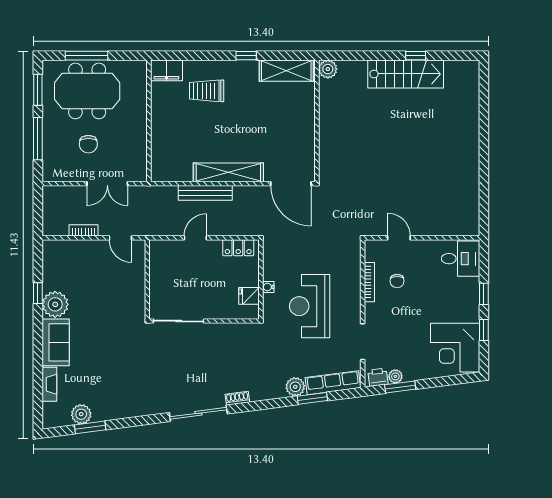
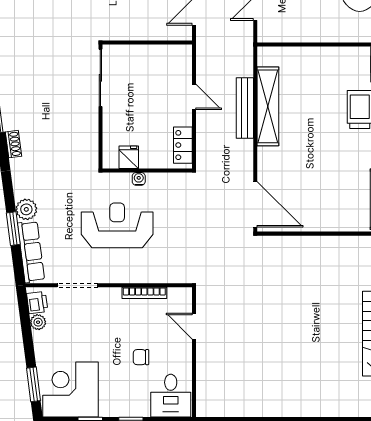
shelving: (228, 172) -> (268, 106), moved
door: (291, 184) -> (255, 204), swing flipped
door: (399, 238) -> (194, 326), swing flipped
chair: (397, 281) -> (141, 357), moved
window: (400, 387) -> (34, 384), moved

